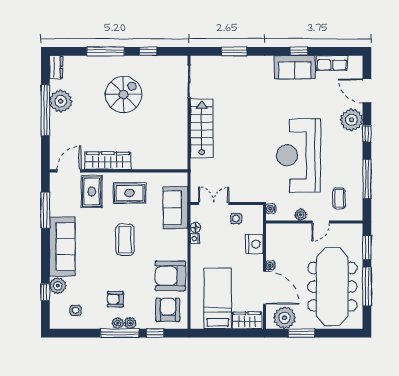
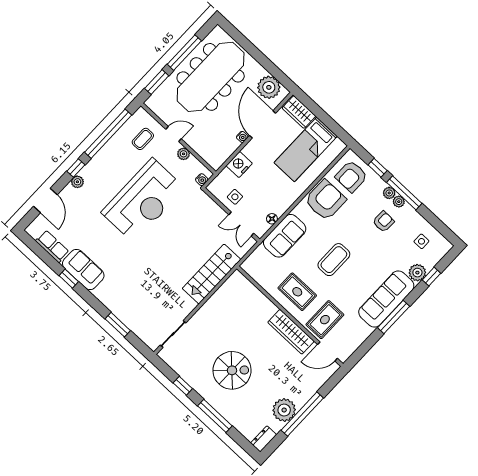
spiral stairs: (124, 95) -> (232, 370), turned 180
plant: (351, 120) -> (77, 182), width x0.53, depth x0.53
stairs: (202, 128) -> (211, 274), moved
window: (367, 179) -> (108, 134), width x1.46
sofa: (175, 208) -> (285, 236), moved
window: (45, 210) -> (394, 317), moved
nightstand: (195, 239) -> (280, 211), removed
armchair: (170, 276) -> (325, 200), turned -90
armchair: (115, 299) -> (383, 222), turned -88
window: (301, 333) -> (267, 64), removed

